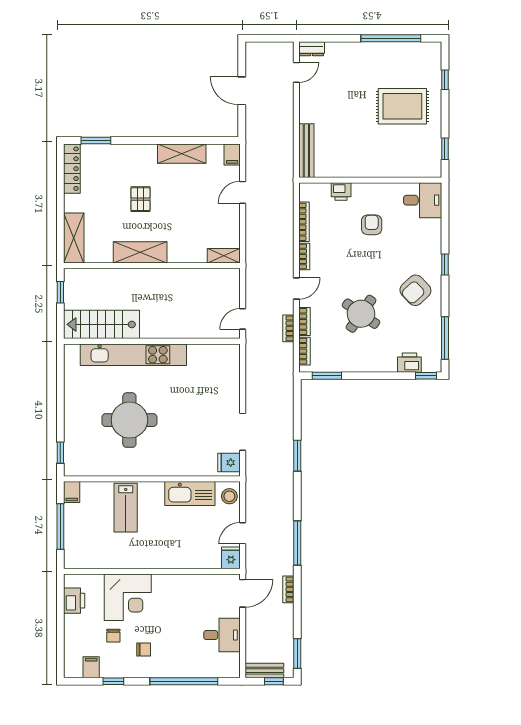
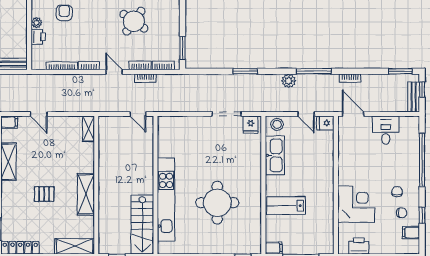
plant: (359, 189) -> (37, 23), added
armchair: (372, 225) -> (64, 13), turned 92
lab bench: (126, 508) -> (286, 206), turned 180
plant: (285, 511) -> (289, 81), added
chair: (113, 636) -> (402, 213), moved

